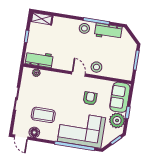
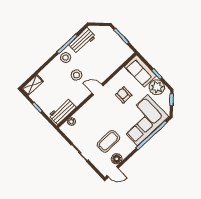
stool: (96, 67) -> (76, 75), moved

